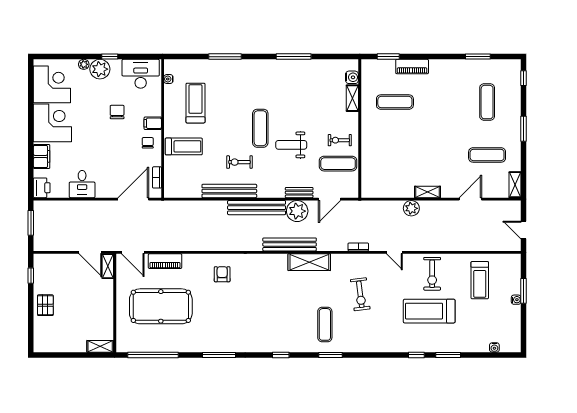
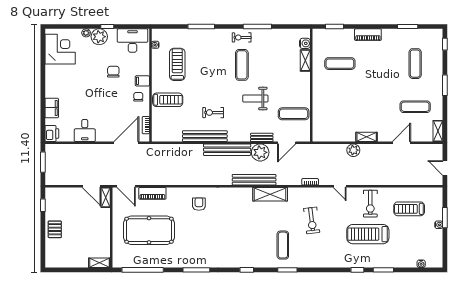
piano: (412, 67) -> (368, 35), moved
corner desk: (52, 123) -> (61, 81), removed
exercise mat: (260, 128) -> (242, 65), moved
exercise bike: (340, 140) -> (242, 37), moved
treadmill: (480, 280) -> (409, 209), turned 90

